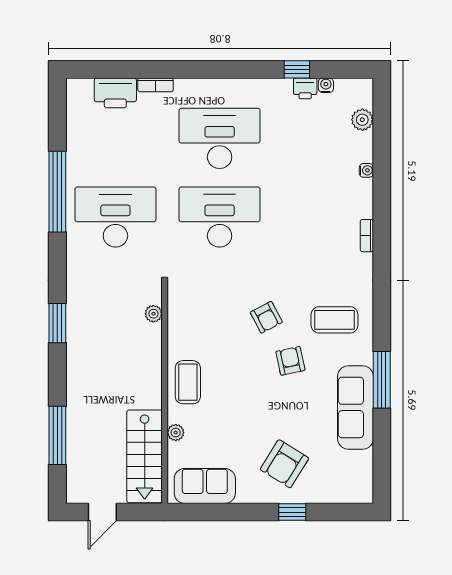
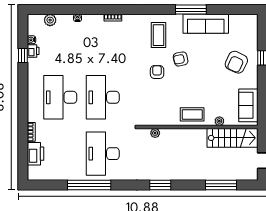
armchair: (266, 317) -> (157, 72), turned -62
armchair: (284, 464) -> (236, 62), turned 83

